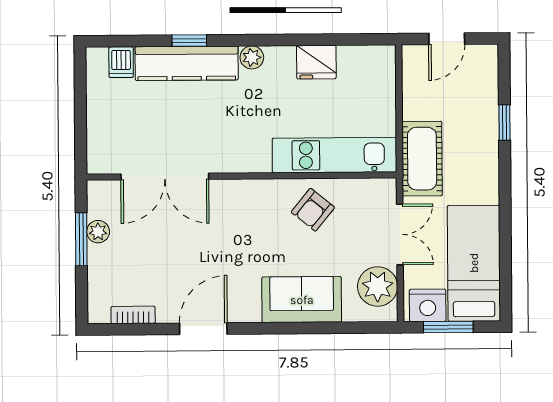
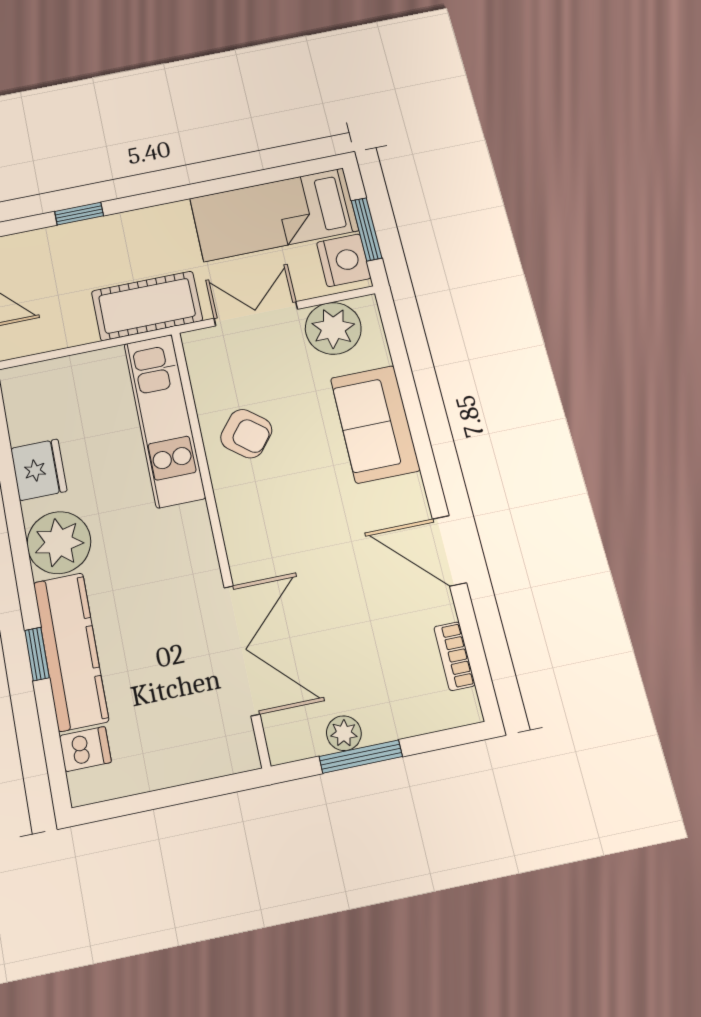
plant: (252, 57) -> (59, 543), width x1.88, depth x1.88

